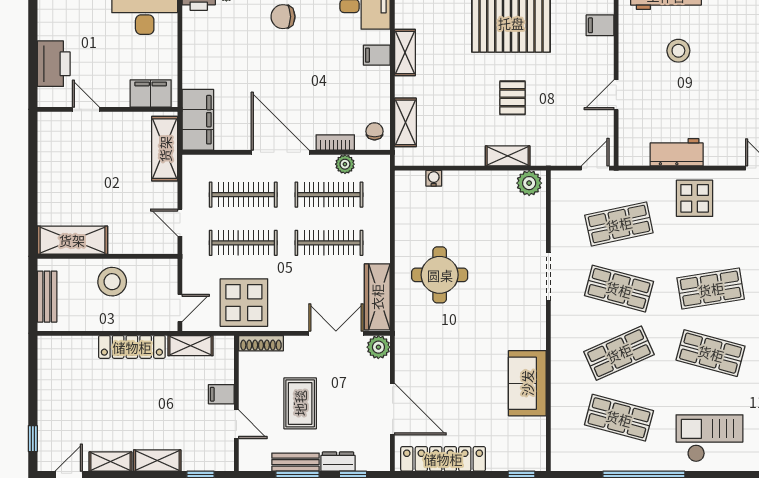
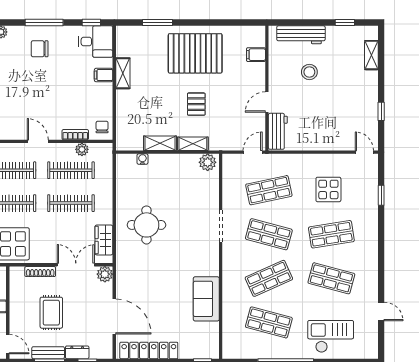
shelving: (405, 122) -> (160, 143), moved, turned 90
door: (280, 152) -> (38, 141), width x0.53
workbench: (677, 152) -> (278, 131), moved, turned 90
display table: (695, 198) -> (328, 189), moved
wardrobe: (377, 297) -> (104, 240), width x0.67
shoe rack: (261, 343) -> (40, 272), moved
door: (236, 424) -> (8, 344), moved

